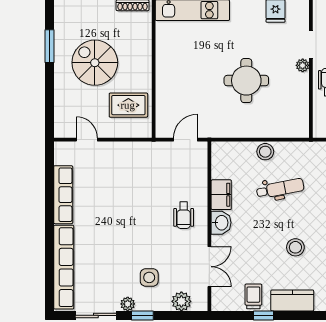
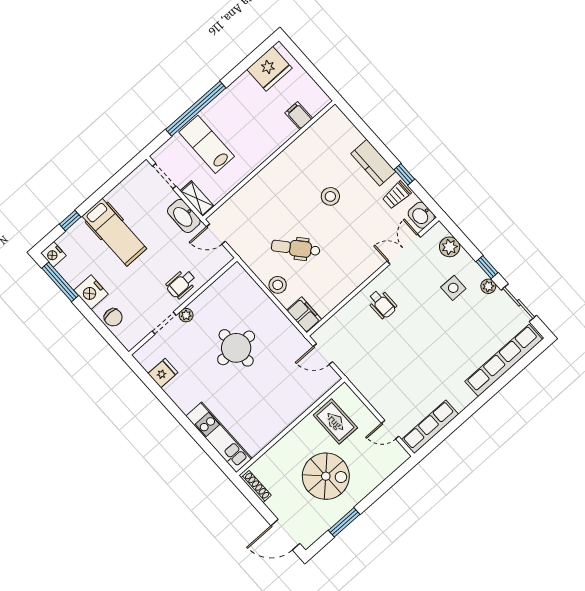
spiral stairs: (95, 63) -> (326, 476), turned -90
door: (87, 140) -> (390, 430), hinge flipped
dental chair: (280, 189) -> (296, 248), turned -30
row of seats: (63, 195) -> (430, 427), moved
filing cabinet: (221, 195) -> (304, 315), moved, turned 90
wheelchair: (184, 215) -> (382, 304), turned 90
washbasin: (221, 223) -> (421, 215), moved, turned -90

